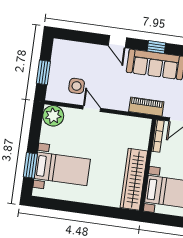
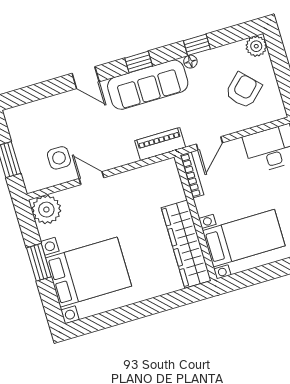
window: (30, 165) -> (39, 262), moved
bed with nightstands: (62, 169) -> (89, 272), width x1.36

